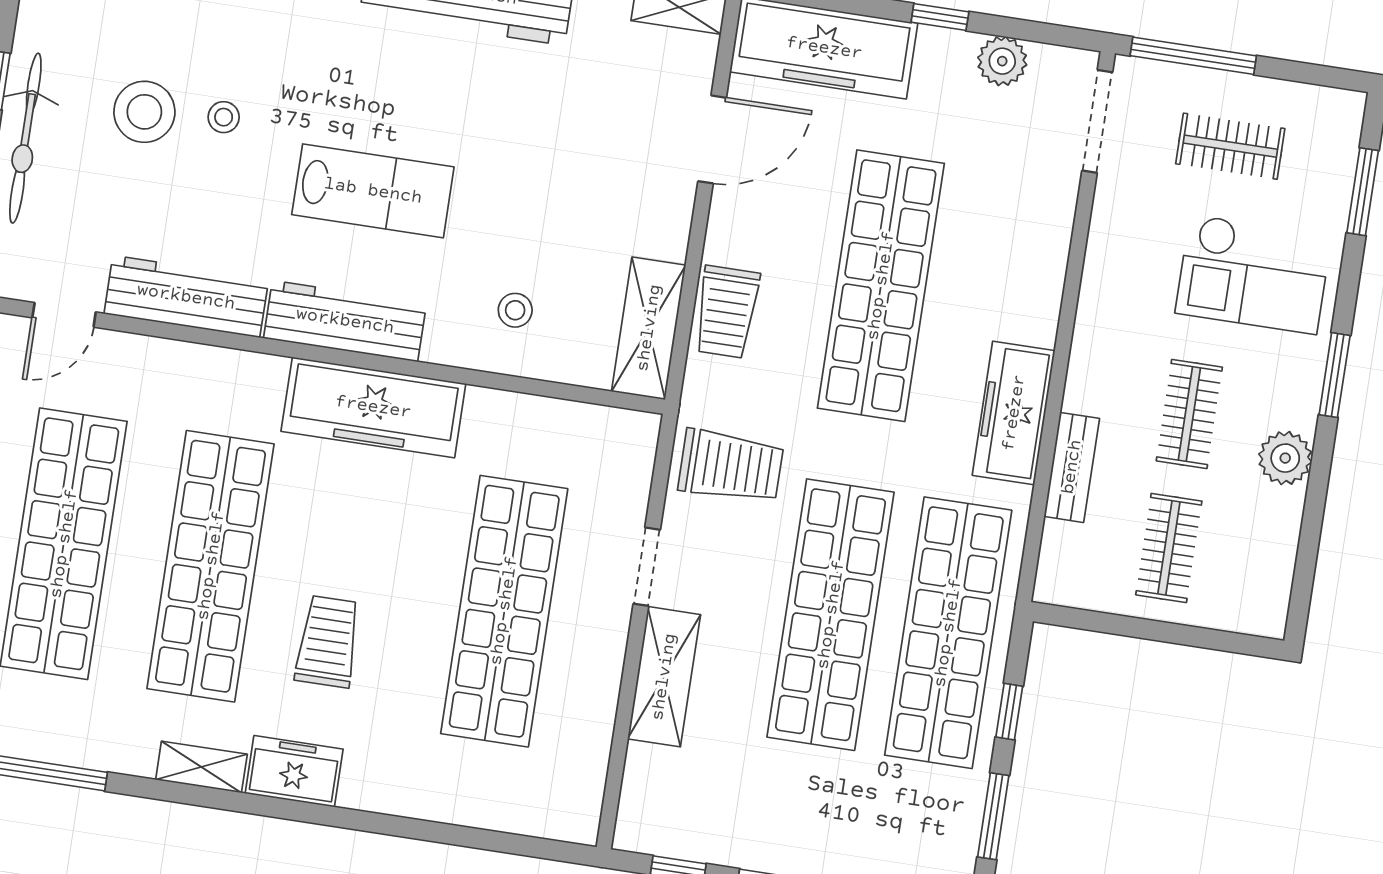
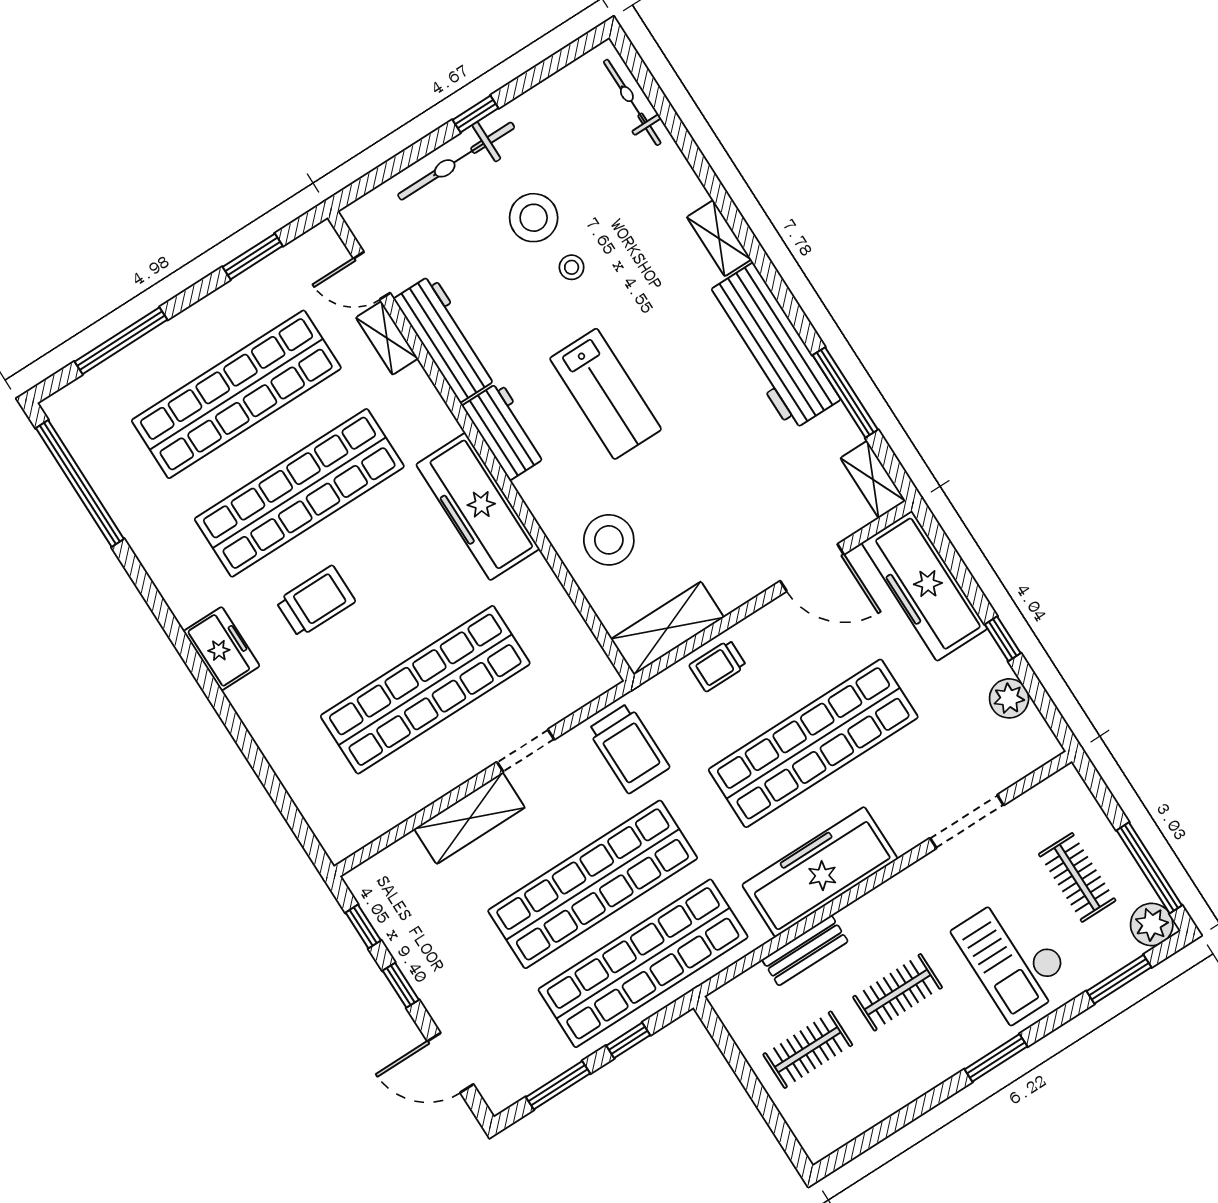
window: (1193, 56) -> (1149, 868), moved
doorway: (1097, 121) -> (967, 822), moved
stool: (515, 310) -> (609, 540), width x1.89, depth x1.89
trolley: (727, 312) -> (718, 666), width x0.73, depth x0.72
workbench: (345, 321) -> (505, 431), width x0.73
freezer: (1014, 413) -> (820, 872), width x1.36, depth x1.26
plant: (1285, 458) -> (1152, 924), moved
shelving: (201, 767) -> (387, 338), moved

